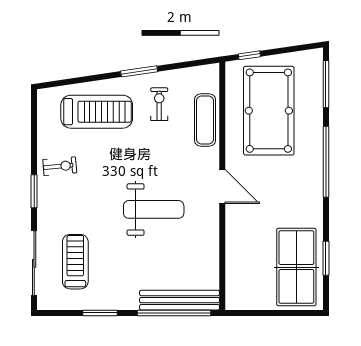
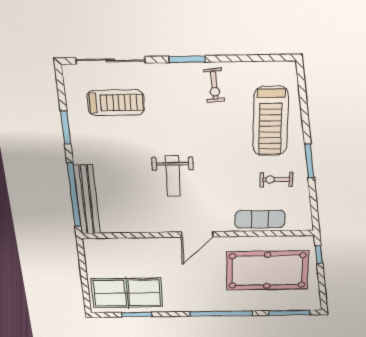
exercise bike: (159, 104) -> (276, 180), turned 180
weight bench: (154, 209) -> (173, 176), width x0.73, depth x0.75

